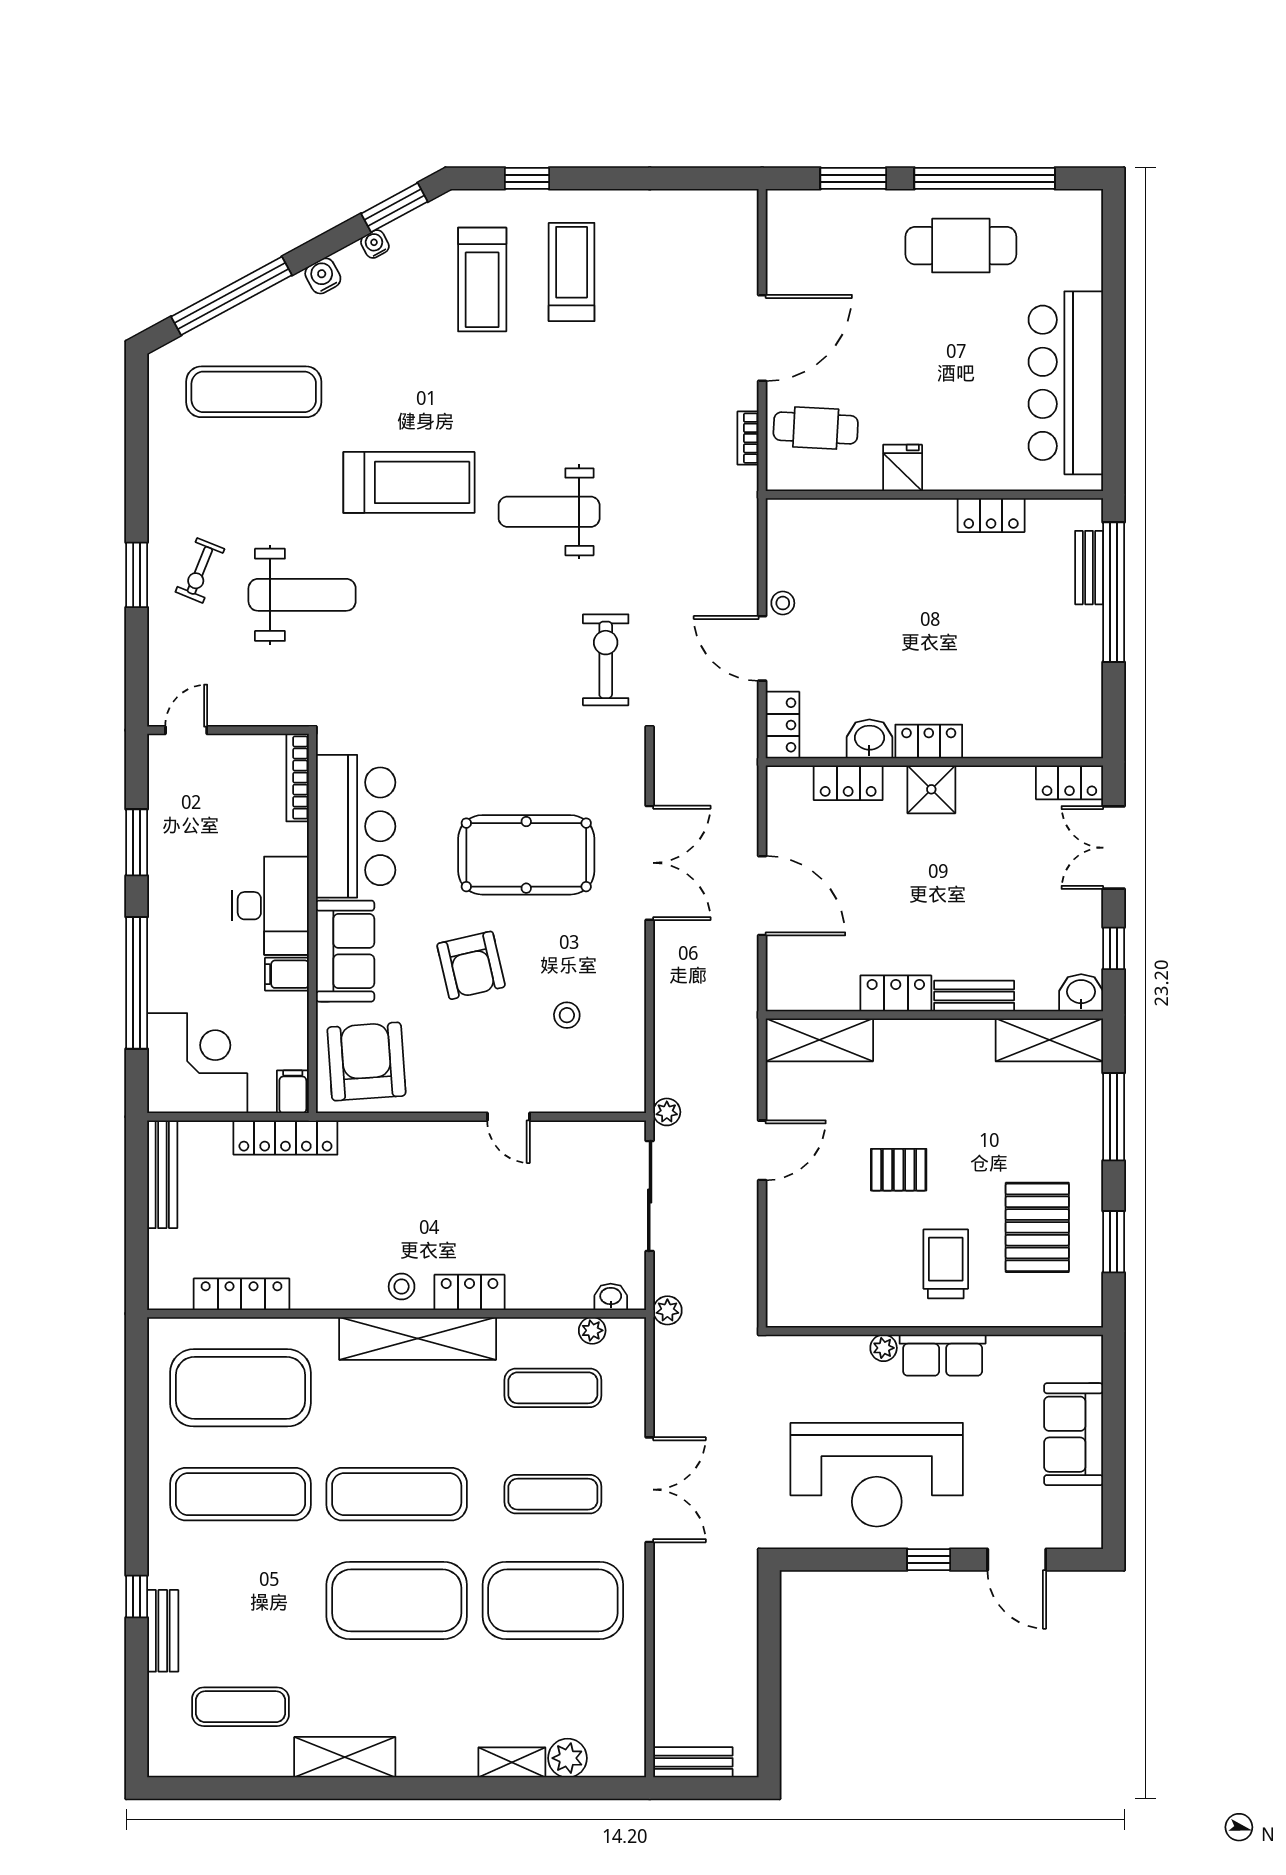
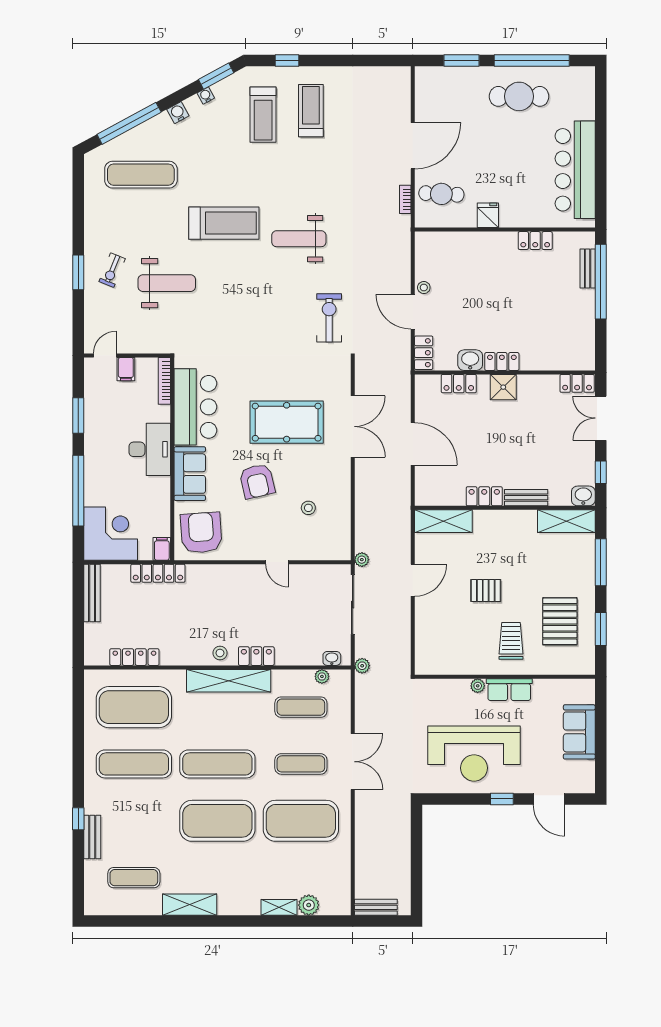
filing cabinet: (287, 974) -> (126, 369), moved, turned -90

